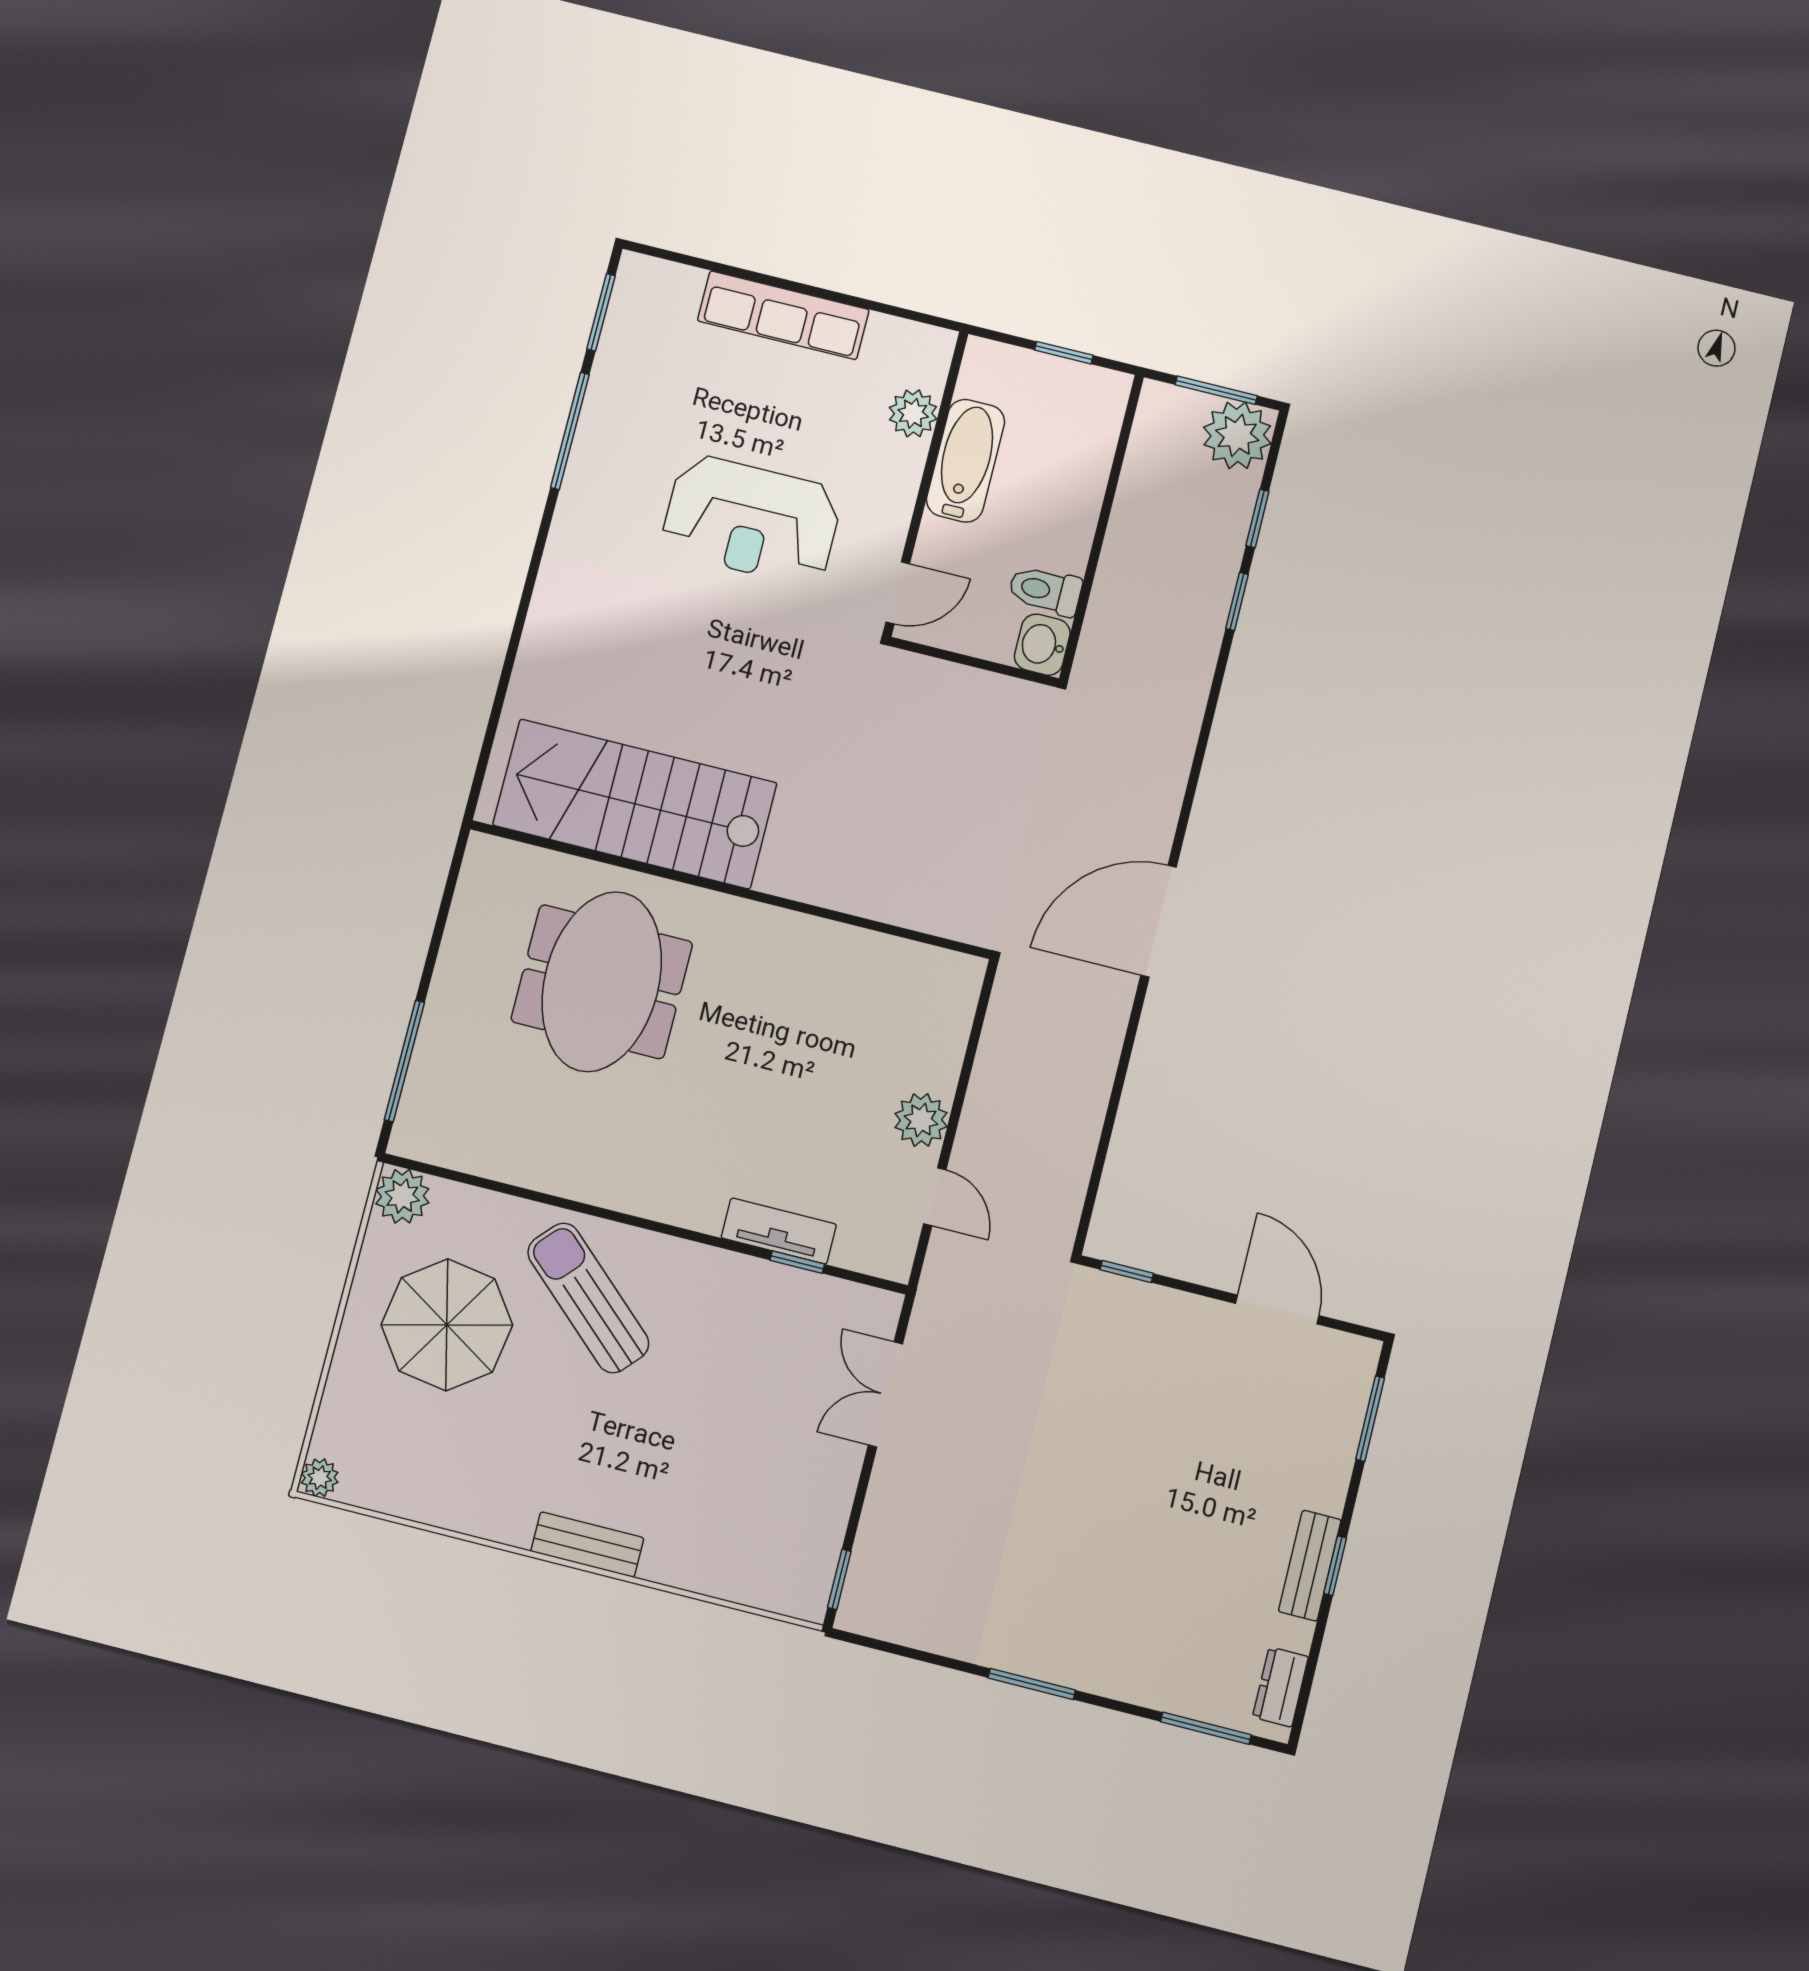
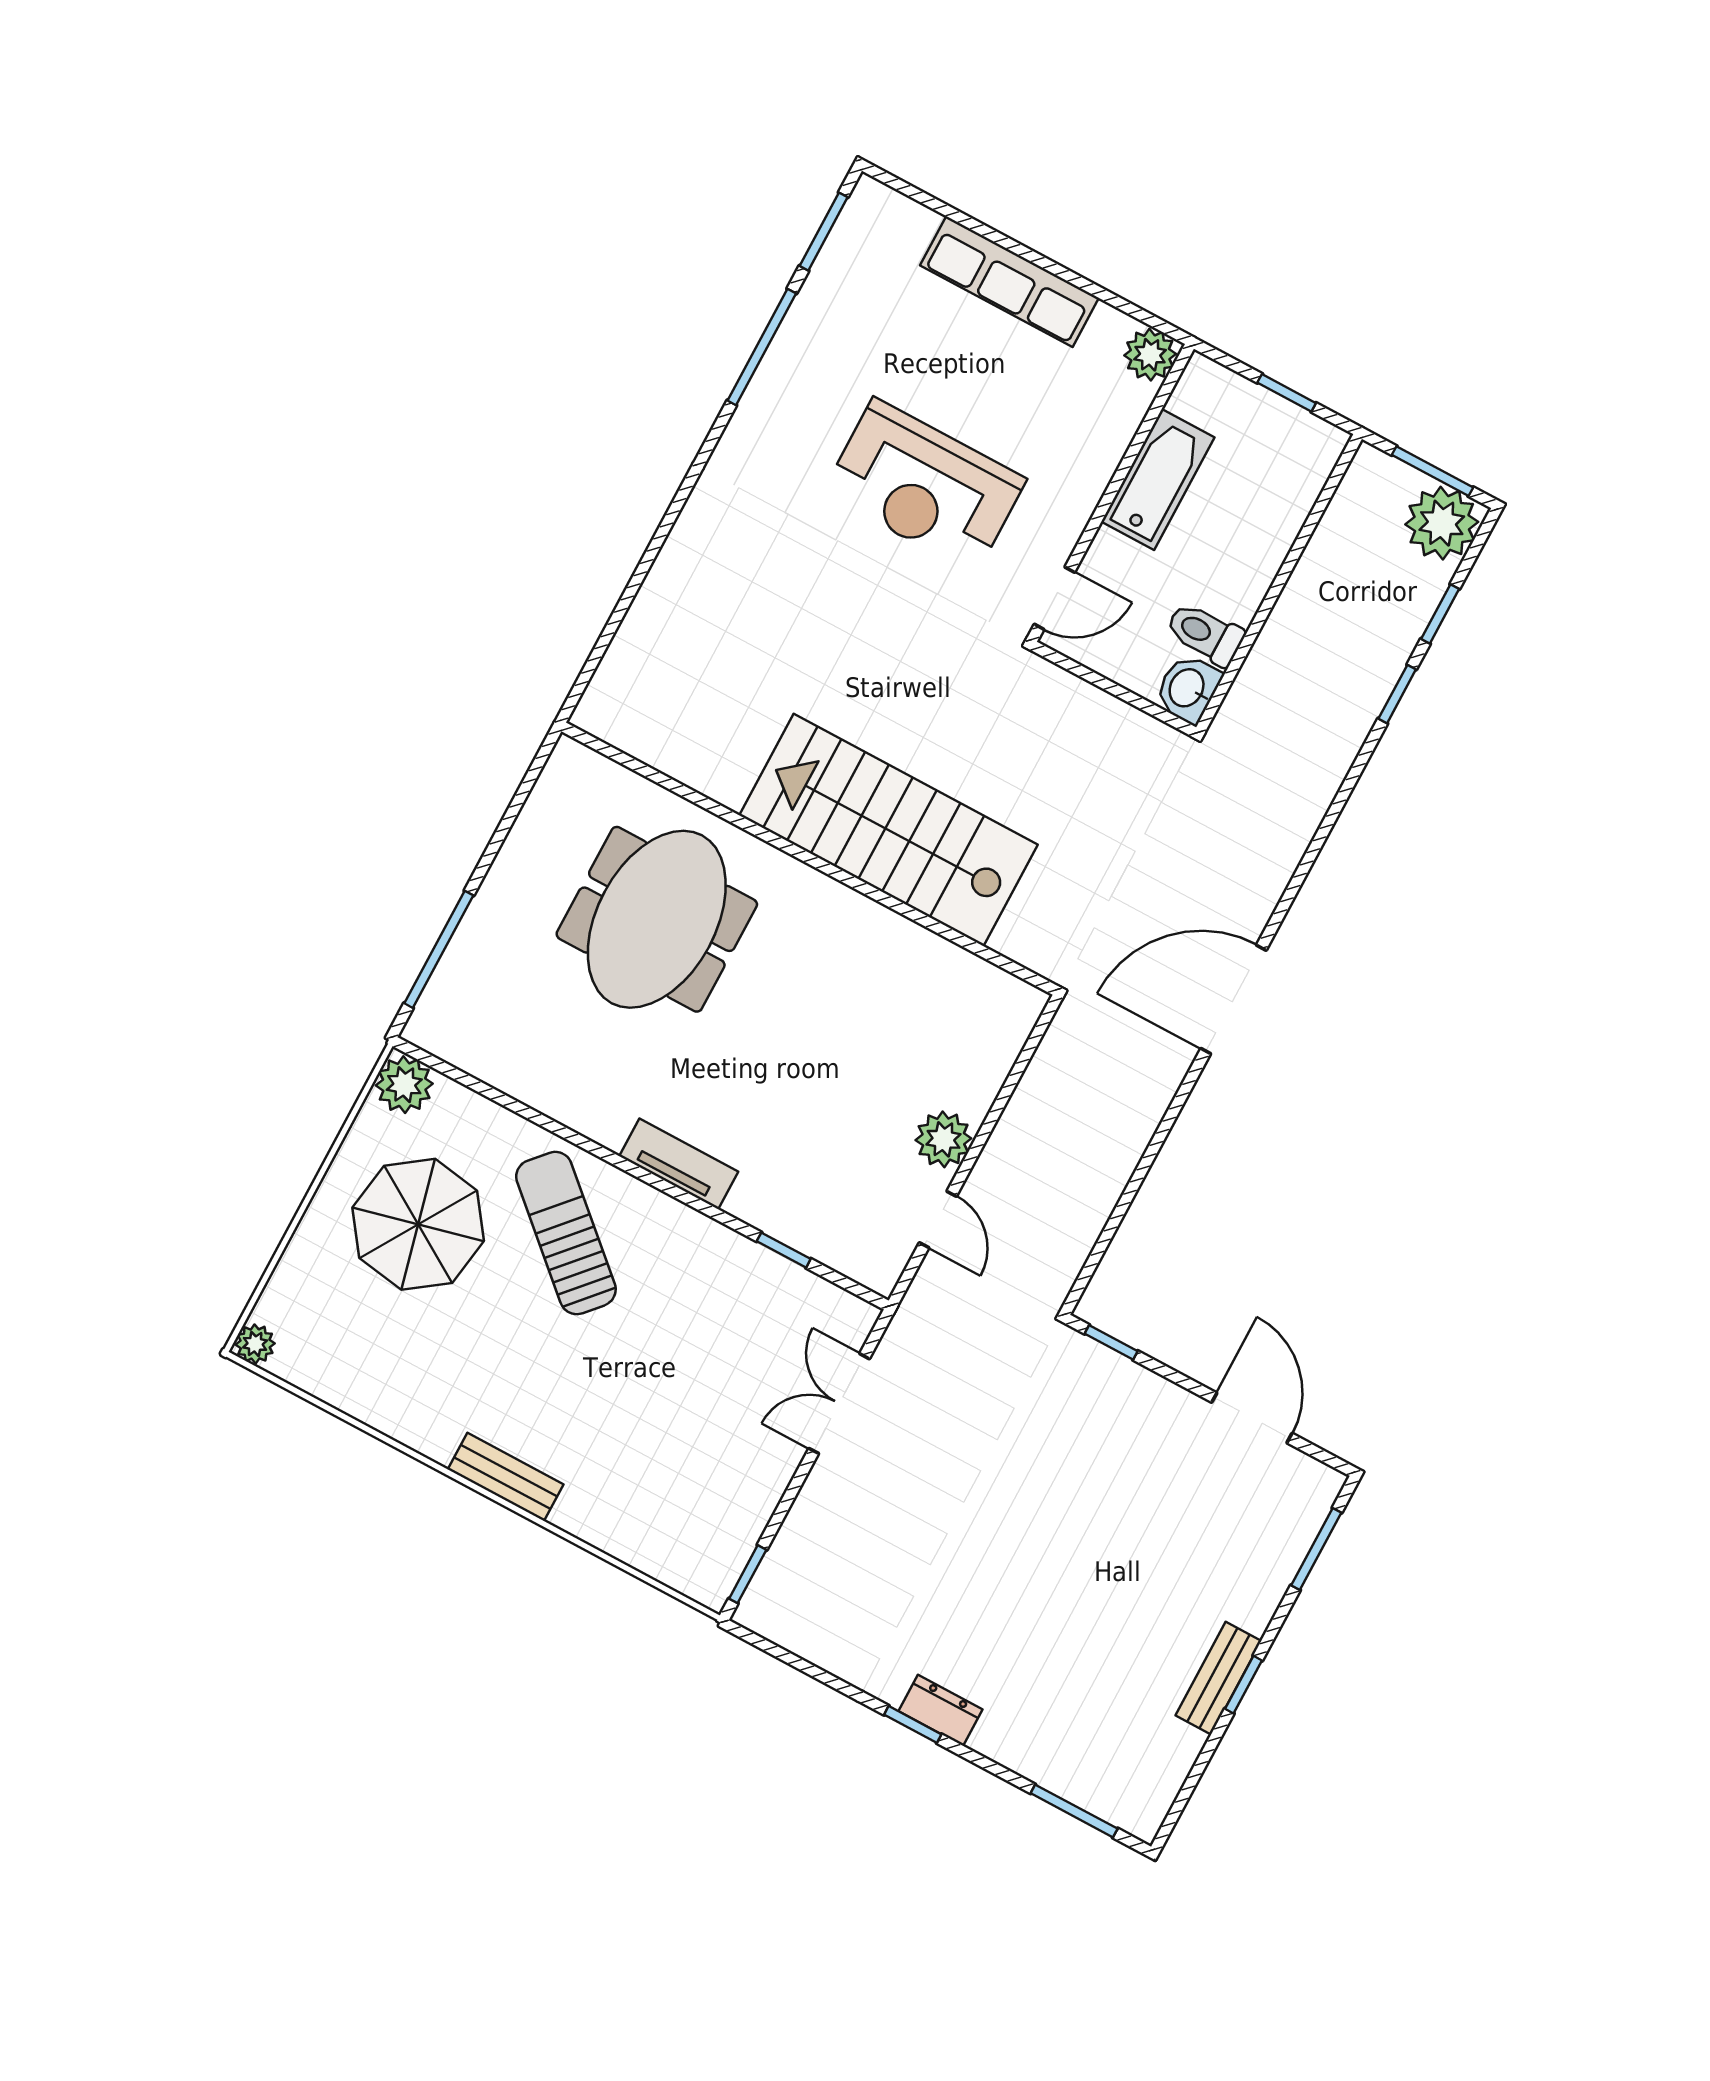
plant: (913, 413) -> (1150, 355), moved
stairs: (635, 804) -> (888, 830), moved
tv unit: (779, 1231) -> (679, 1164), moved
window: (1032, 1684) -> (913, 1724), width x0.67
dresser: (1280, 1687) -> (940, 1710), moved, turned 90

